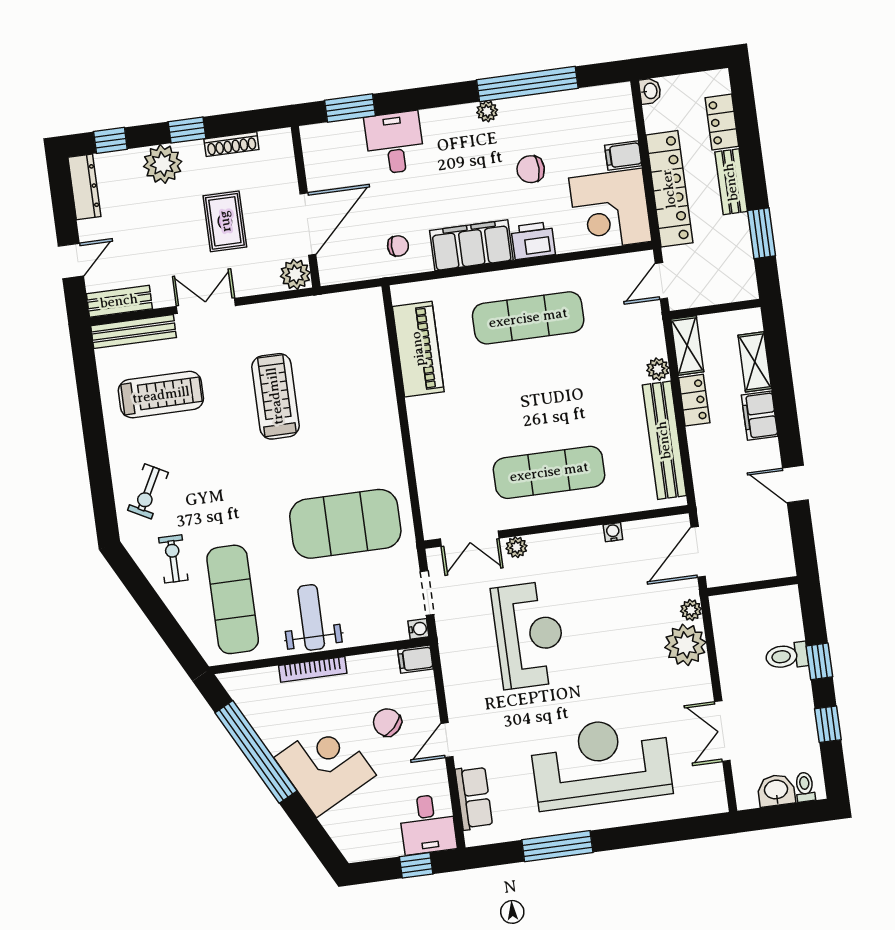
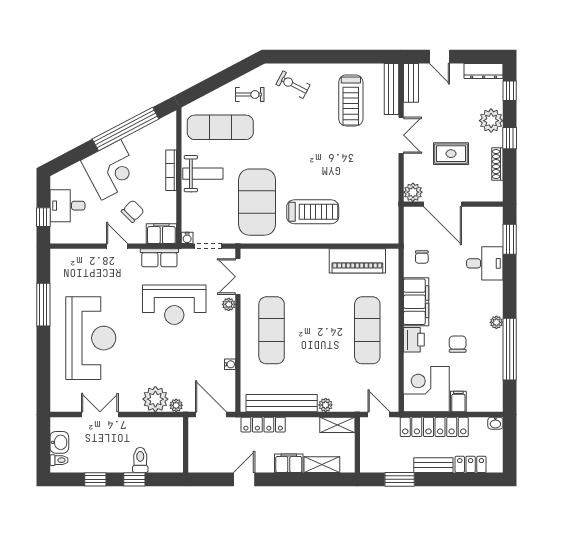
treadmill: (275, 396) -> (313, 212), moved
locker: (694, 400) -> (263, 425), moved, width x1.53
filing cabinet: (415, 659) -> (161, 234), width x2.00
row of seats: (474, 798) -> (159, 258), moved
desk: (428, 824) -> (67, 206), moved

